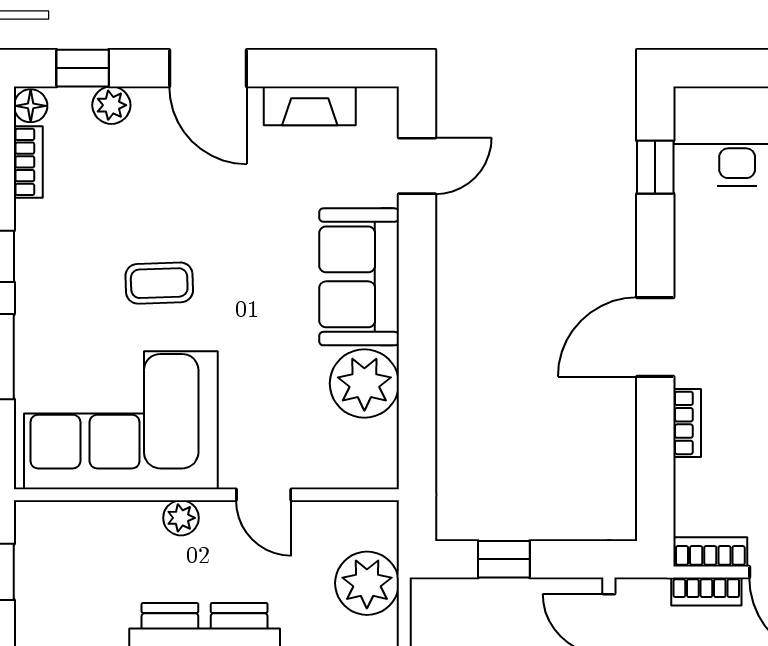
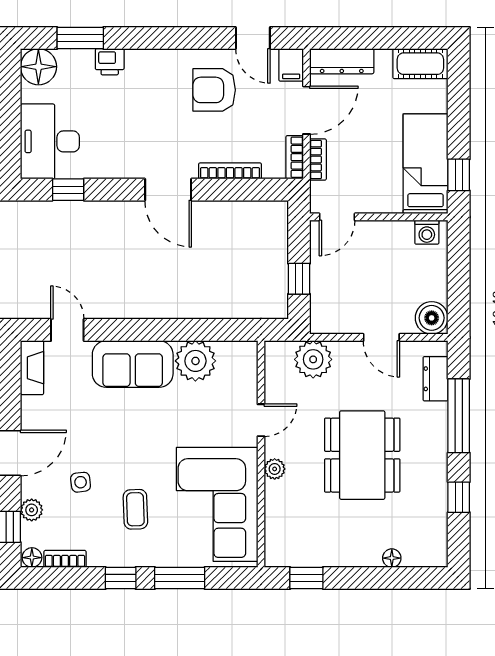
fireplace: (310, 106) -> (32, 368), moved
side table: (158, 188) -> (81, 482), added
coffee table: (159, 283) -> (135, 509), moved
bookcase: (687, 423) -> (230, 171), width x1.56

